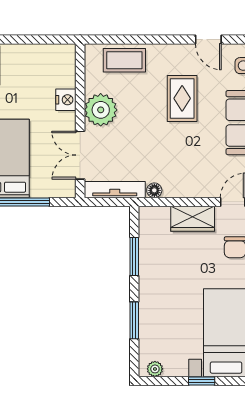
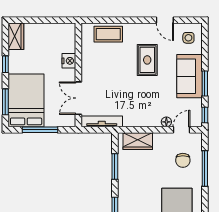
plant: (101, 110) -> (92, 68), removed
floor lamp: (154, 190) -> (166, 122), moved
wardrobe: (193, 219) -> (138, 141), moved

